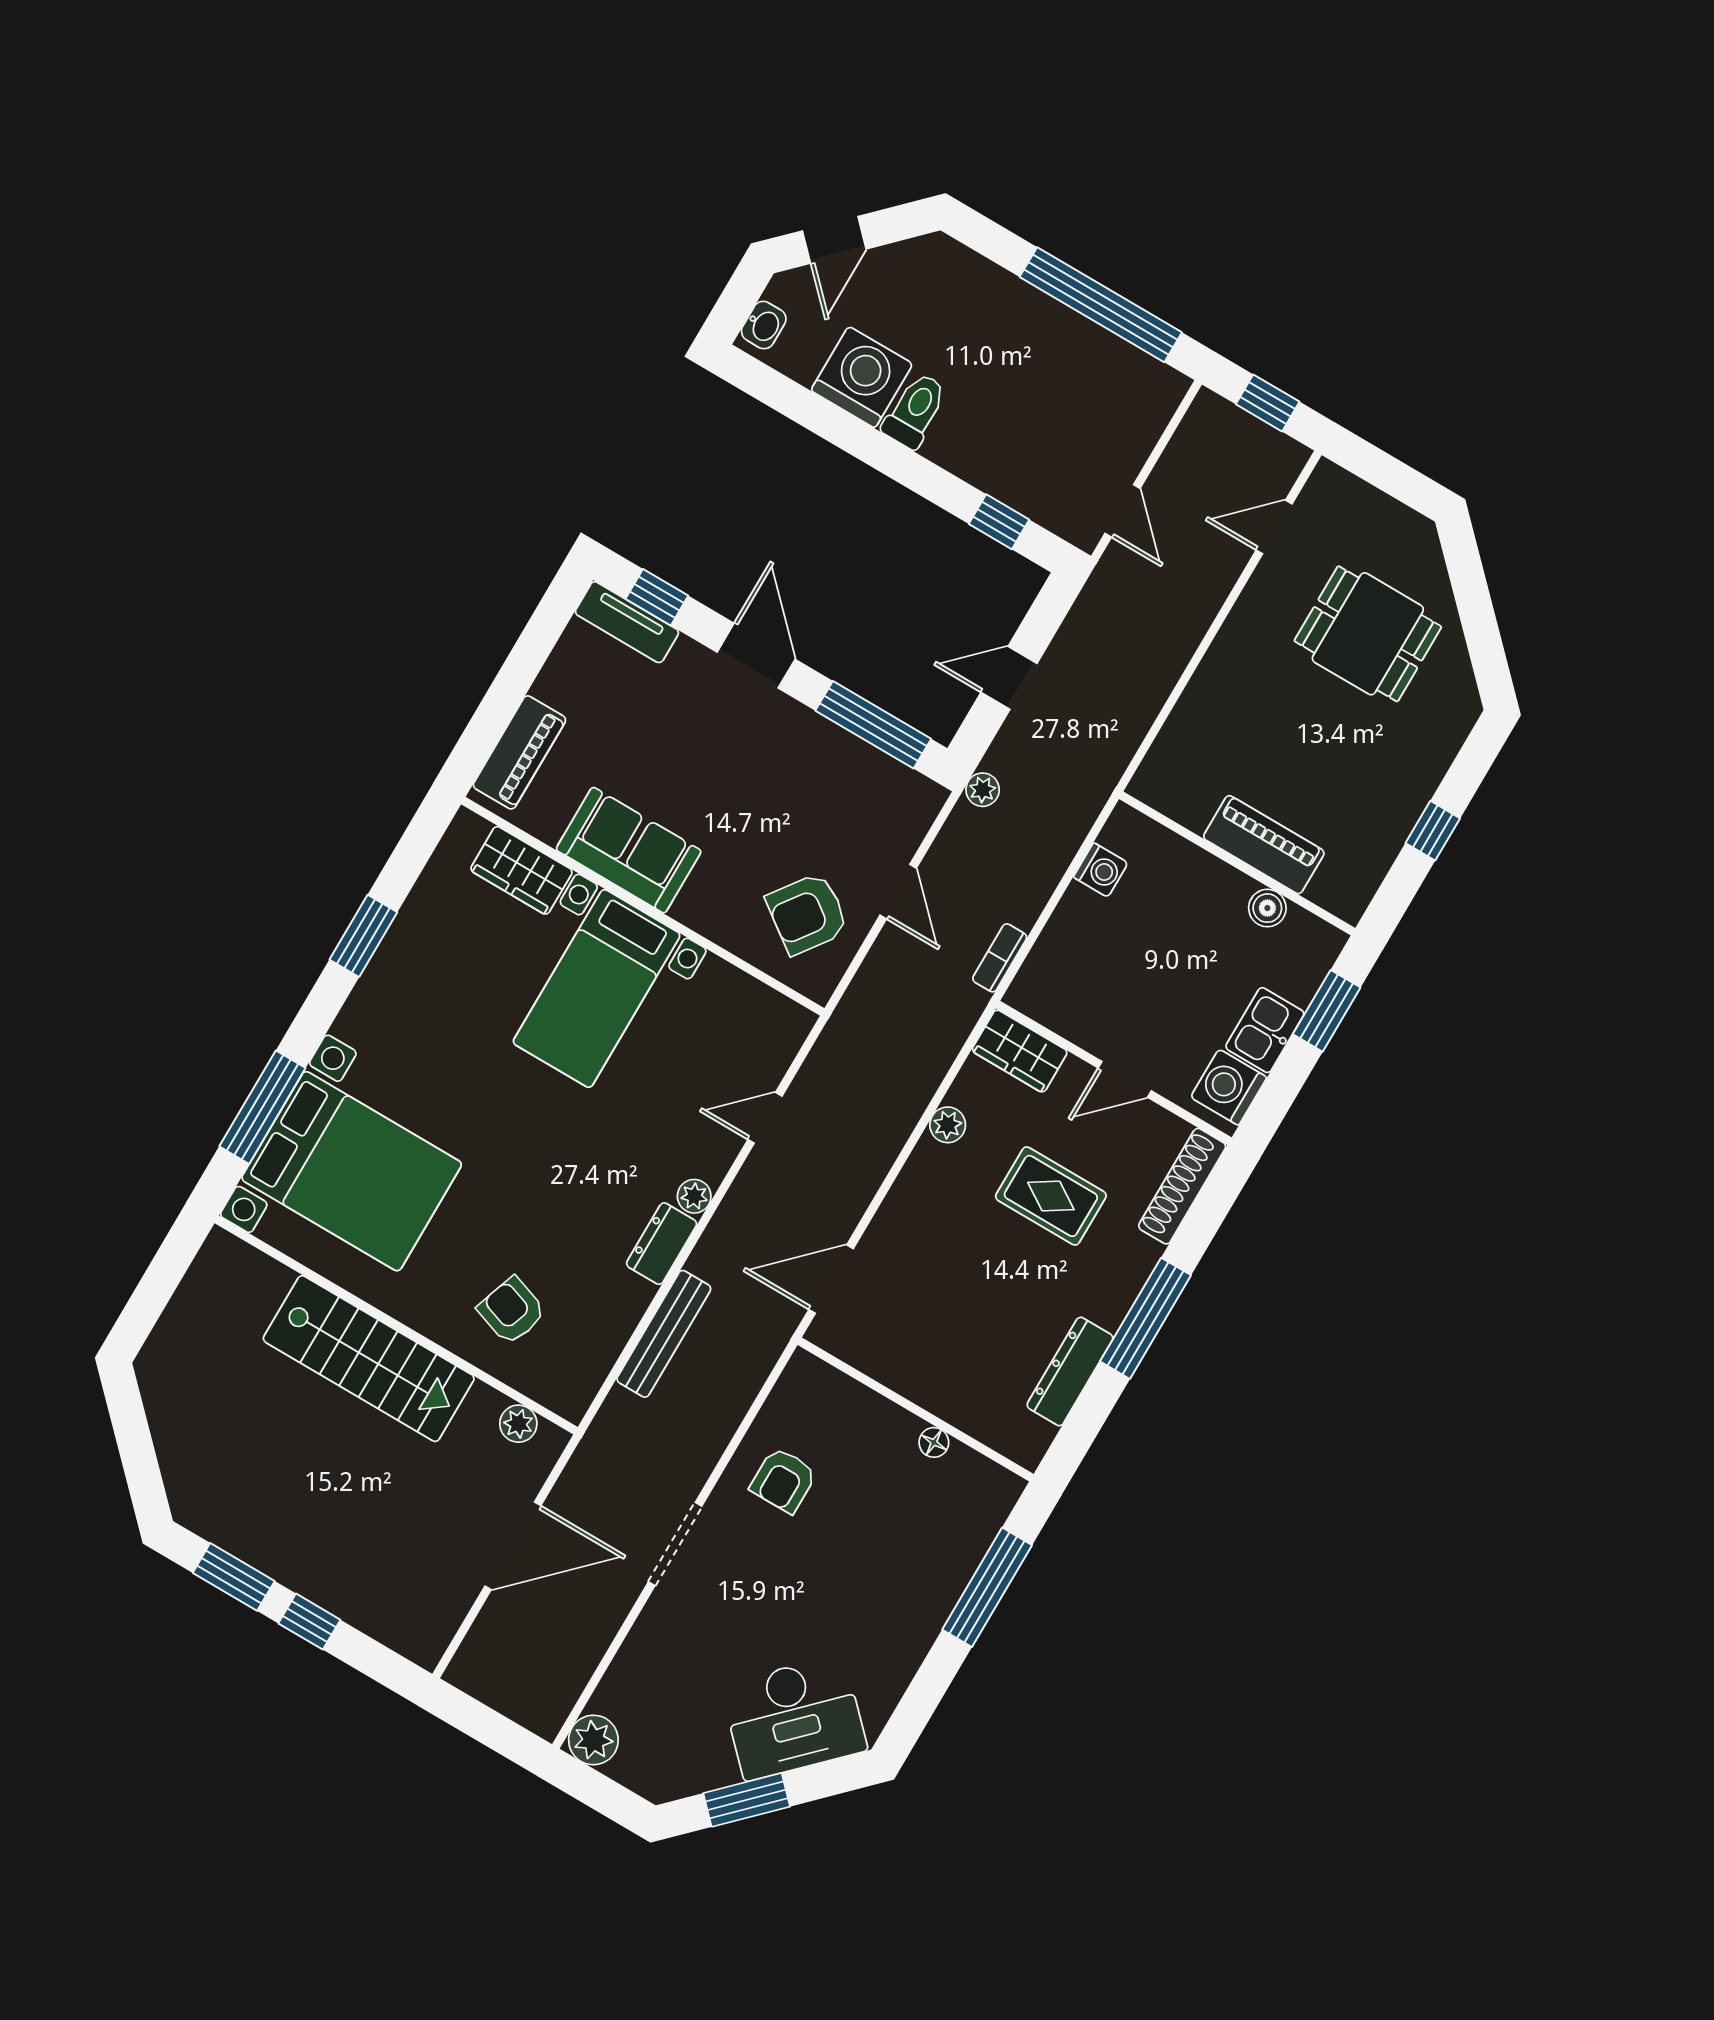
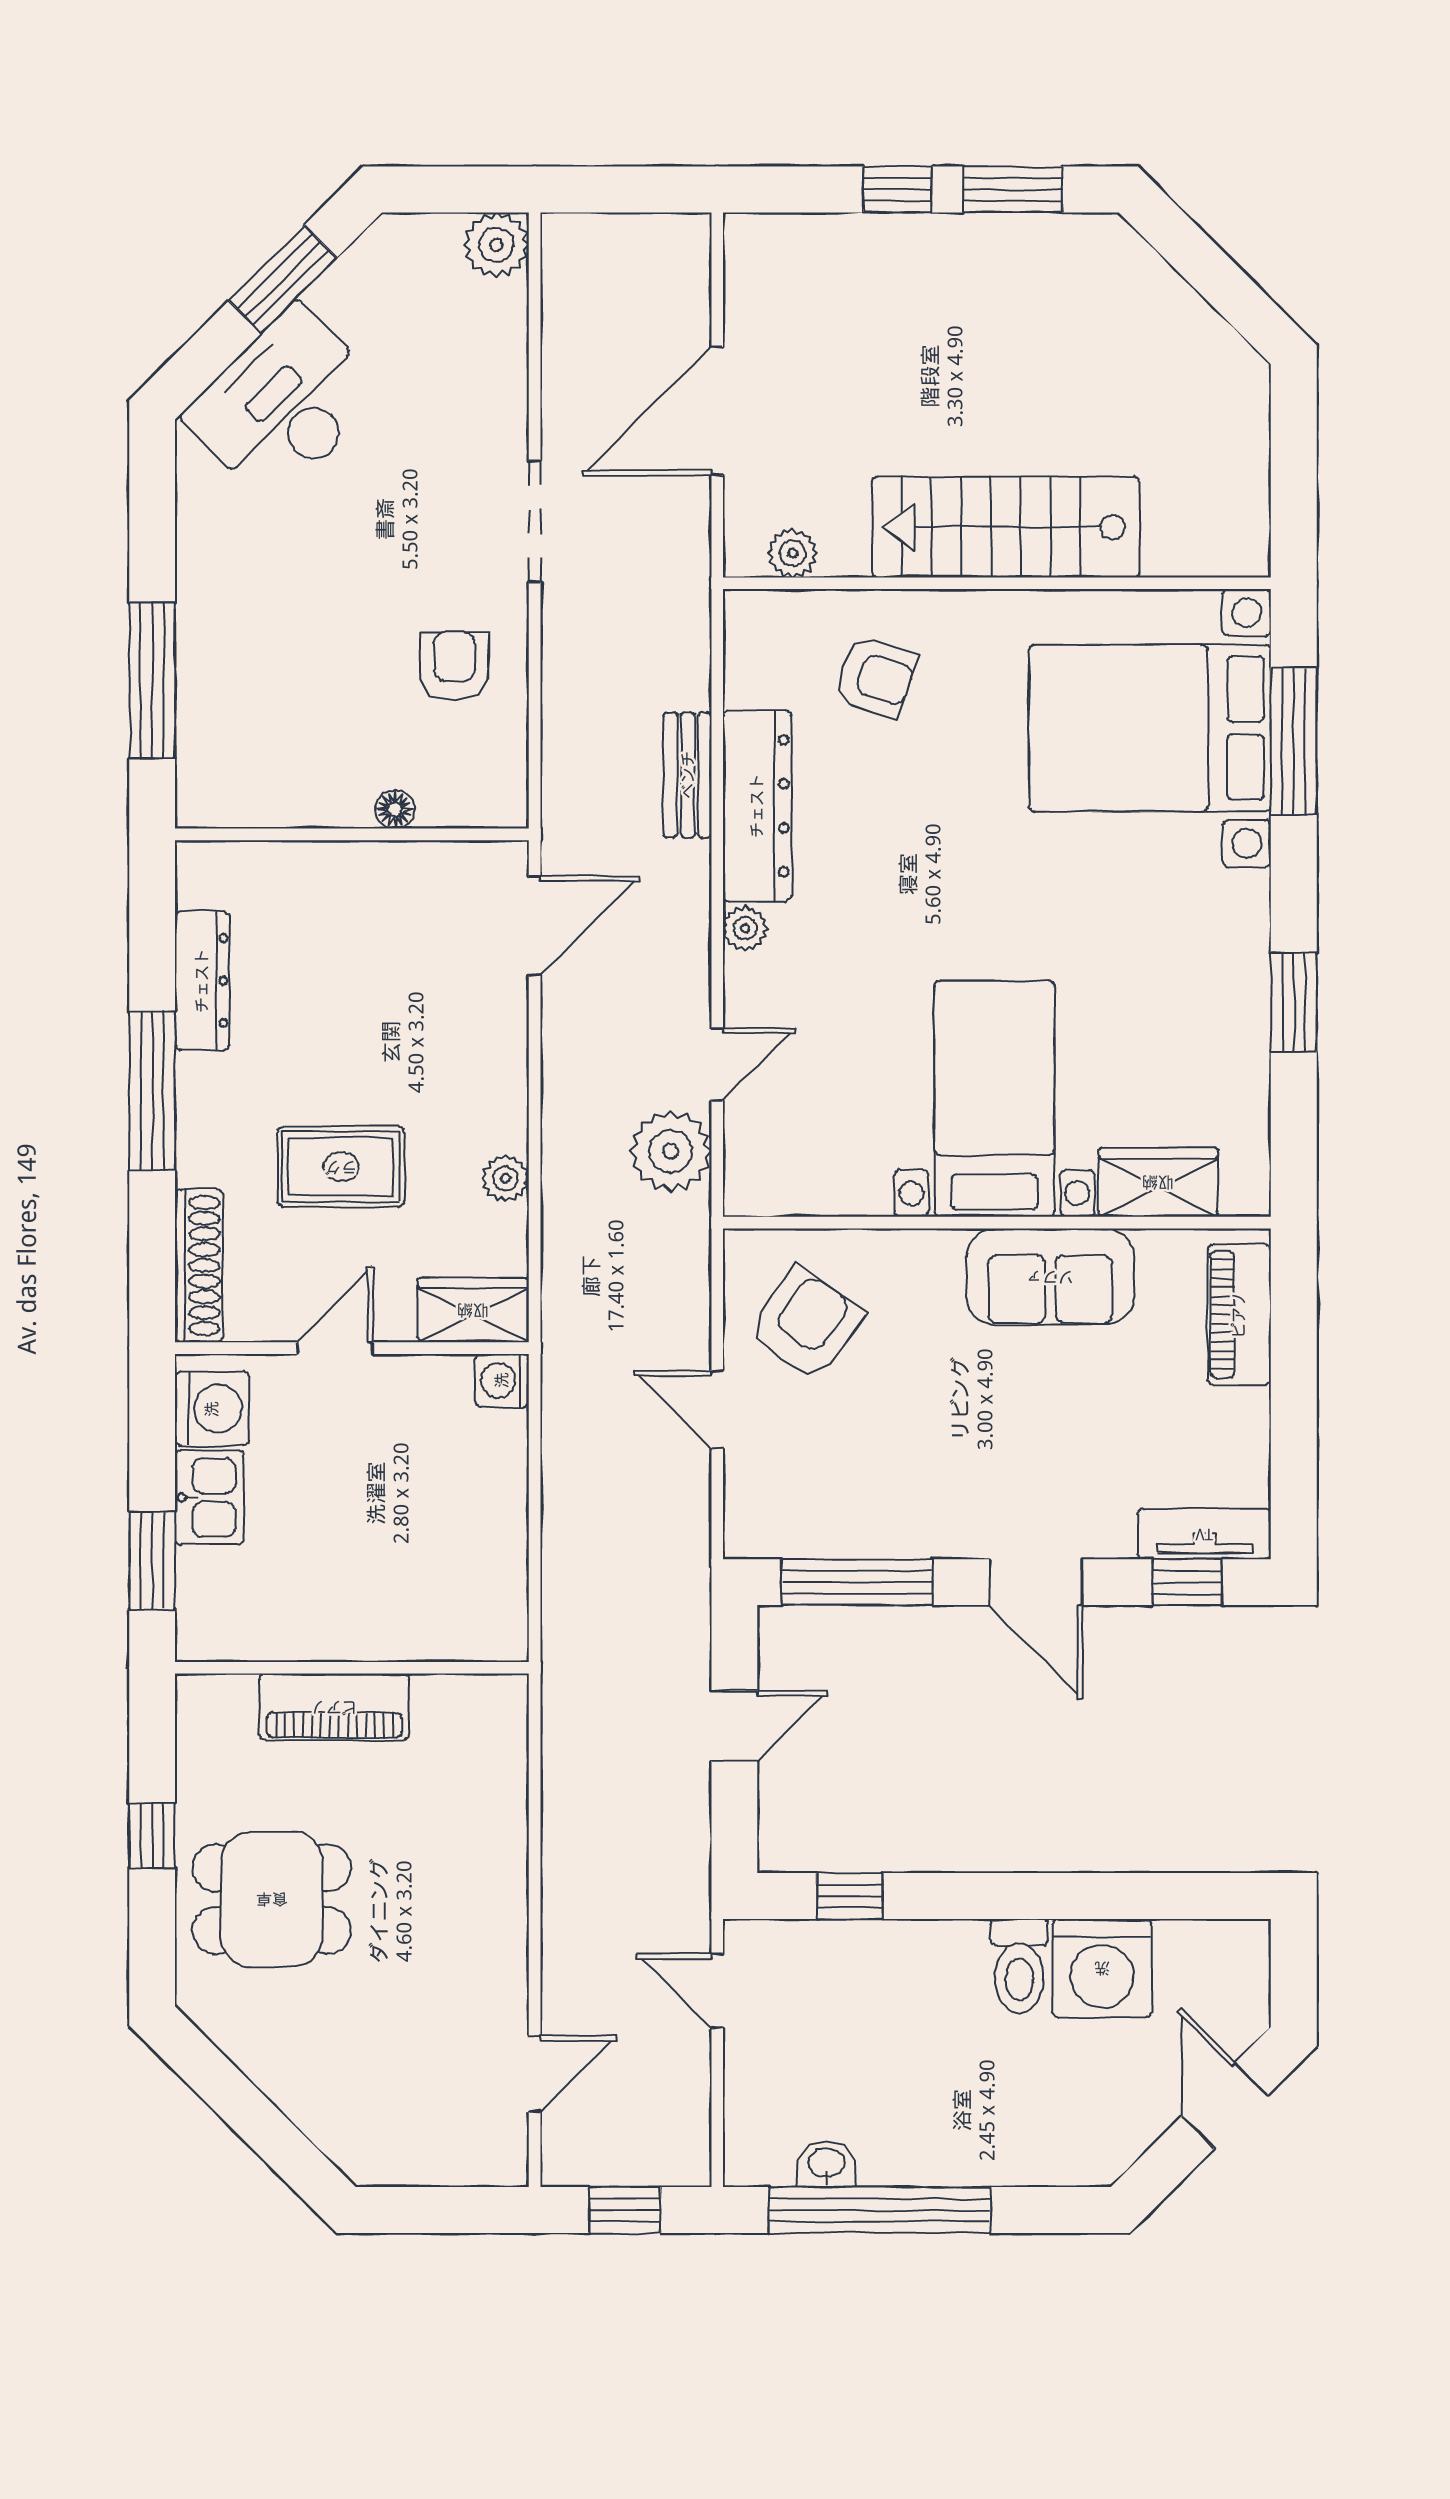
washbasin: (764, 325) -> (826, 2164), moved, turned 90
dining table: (1368, 634) -> (272, 1899), moved
plant: (983, 790) -> (671, 1151), moved, width x1.87, depth x1.87
washing machine: (1101, 870) -> (502, 1380), moved
boiler: (1267, 908) -> (288, 1637), removed
bookcase: (1000, 958) -> (558, 1402), removed
dresser: (662, 1244) -> (757, 806), width x1.96, depth x1.24
bench: (664, 1334) -> (688, 775), width x0.73
floor lamp: (934, 1442) -> (395, 809), moved

